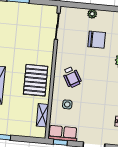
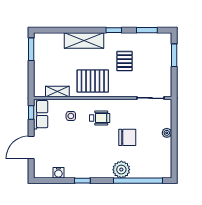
chair: (97, 40) -> (127, 137), moved, turned -90
pallet: (19, 48) -> (125, 61), added
wheelchair: (72, 77) -> (100, 118), turned -150

